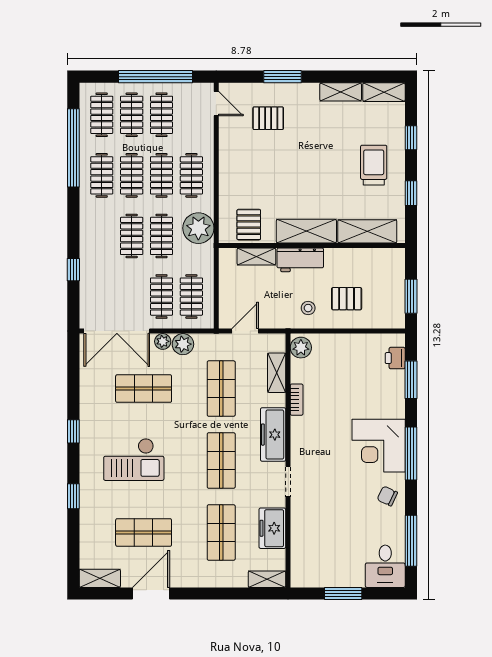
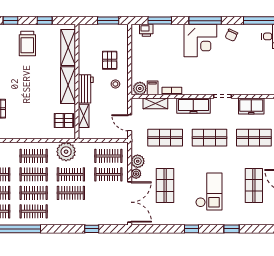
trolley: (374, 165) -> (27, 44), turned -90
filing cabinet: (302, 368) -> (153, 88), added

